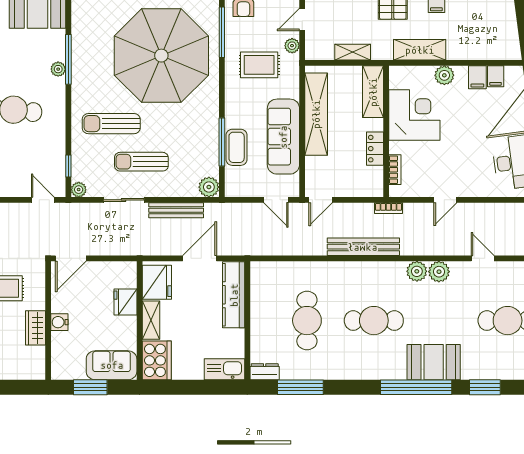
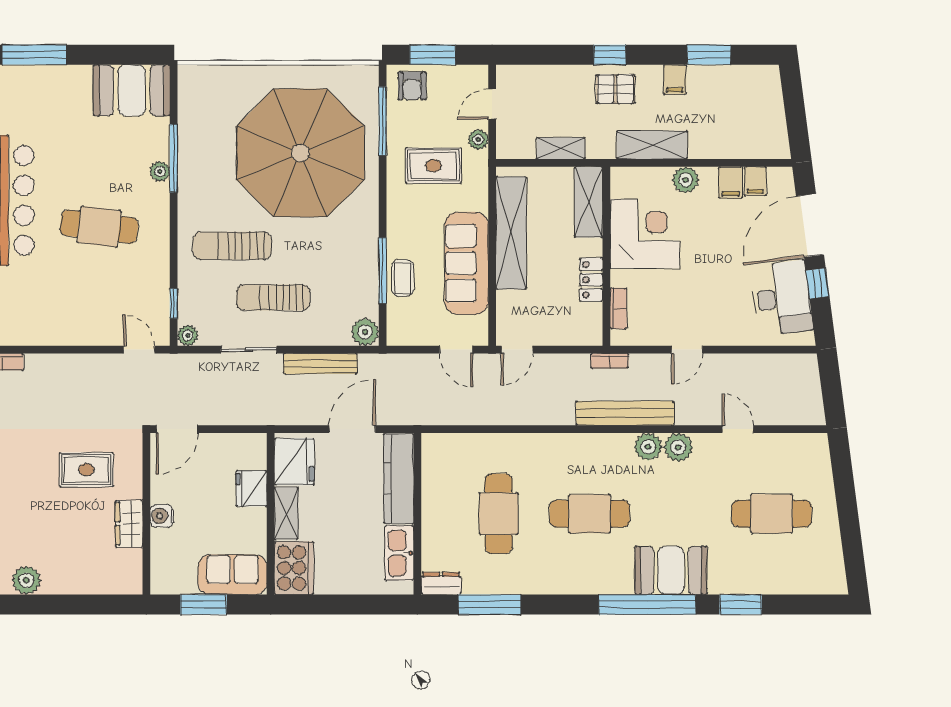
coffee table: (237, 147) -> (403, 278), width x0.73, depth x0.77
bench: (363, 247) -> (625, 413), moved
kitchen sink: (225, 369) -> (399, 553), moved, turned -90

